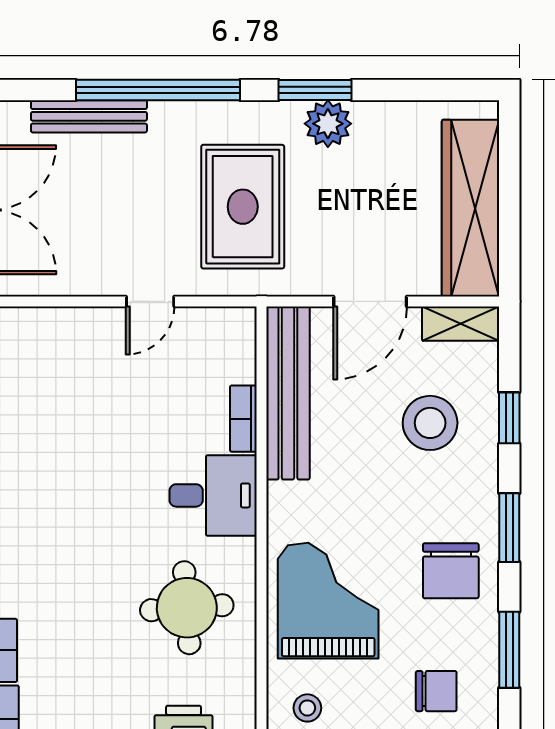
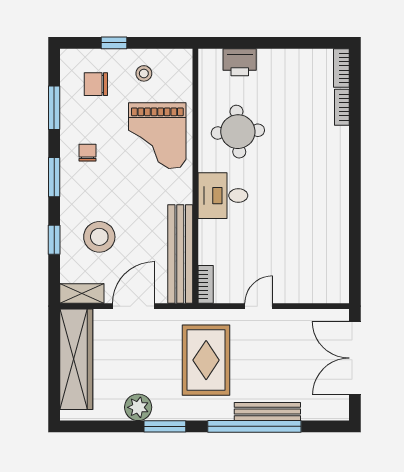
bench: (89, 116) -> (267, 411), moved
plant: (328, 124) -> (138, 407), moved
bookcase: (243, 419) -> (206, 284), moved
chair: (451, 571) -> (87, 153), width x0.54, depth x0.54
stool: (307, 708) -> (144, 73), moved

